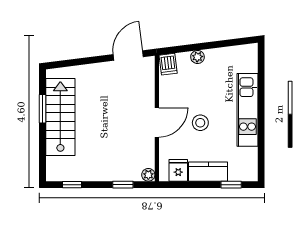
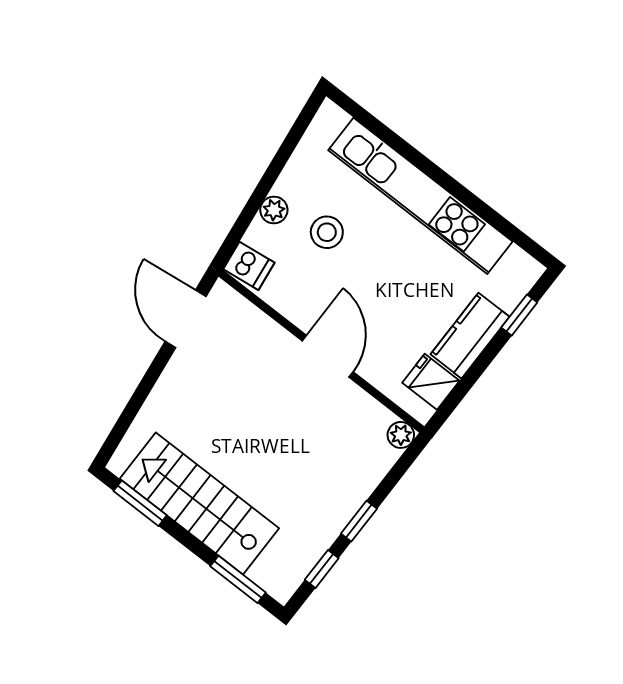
window: (43, 109) -> (140, 503), moved
kitchen unit: (247, 110) -> (420, 196), width x1.36
stool: (200, 123) -> (327, 232), moved
window: (43, 155) -> (238, 579), added
window: (123, 185) -> (359, 521), moved

